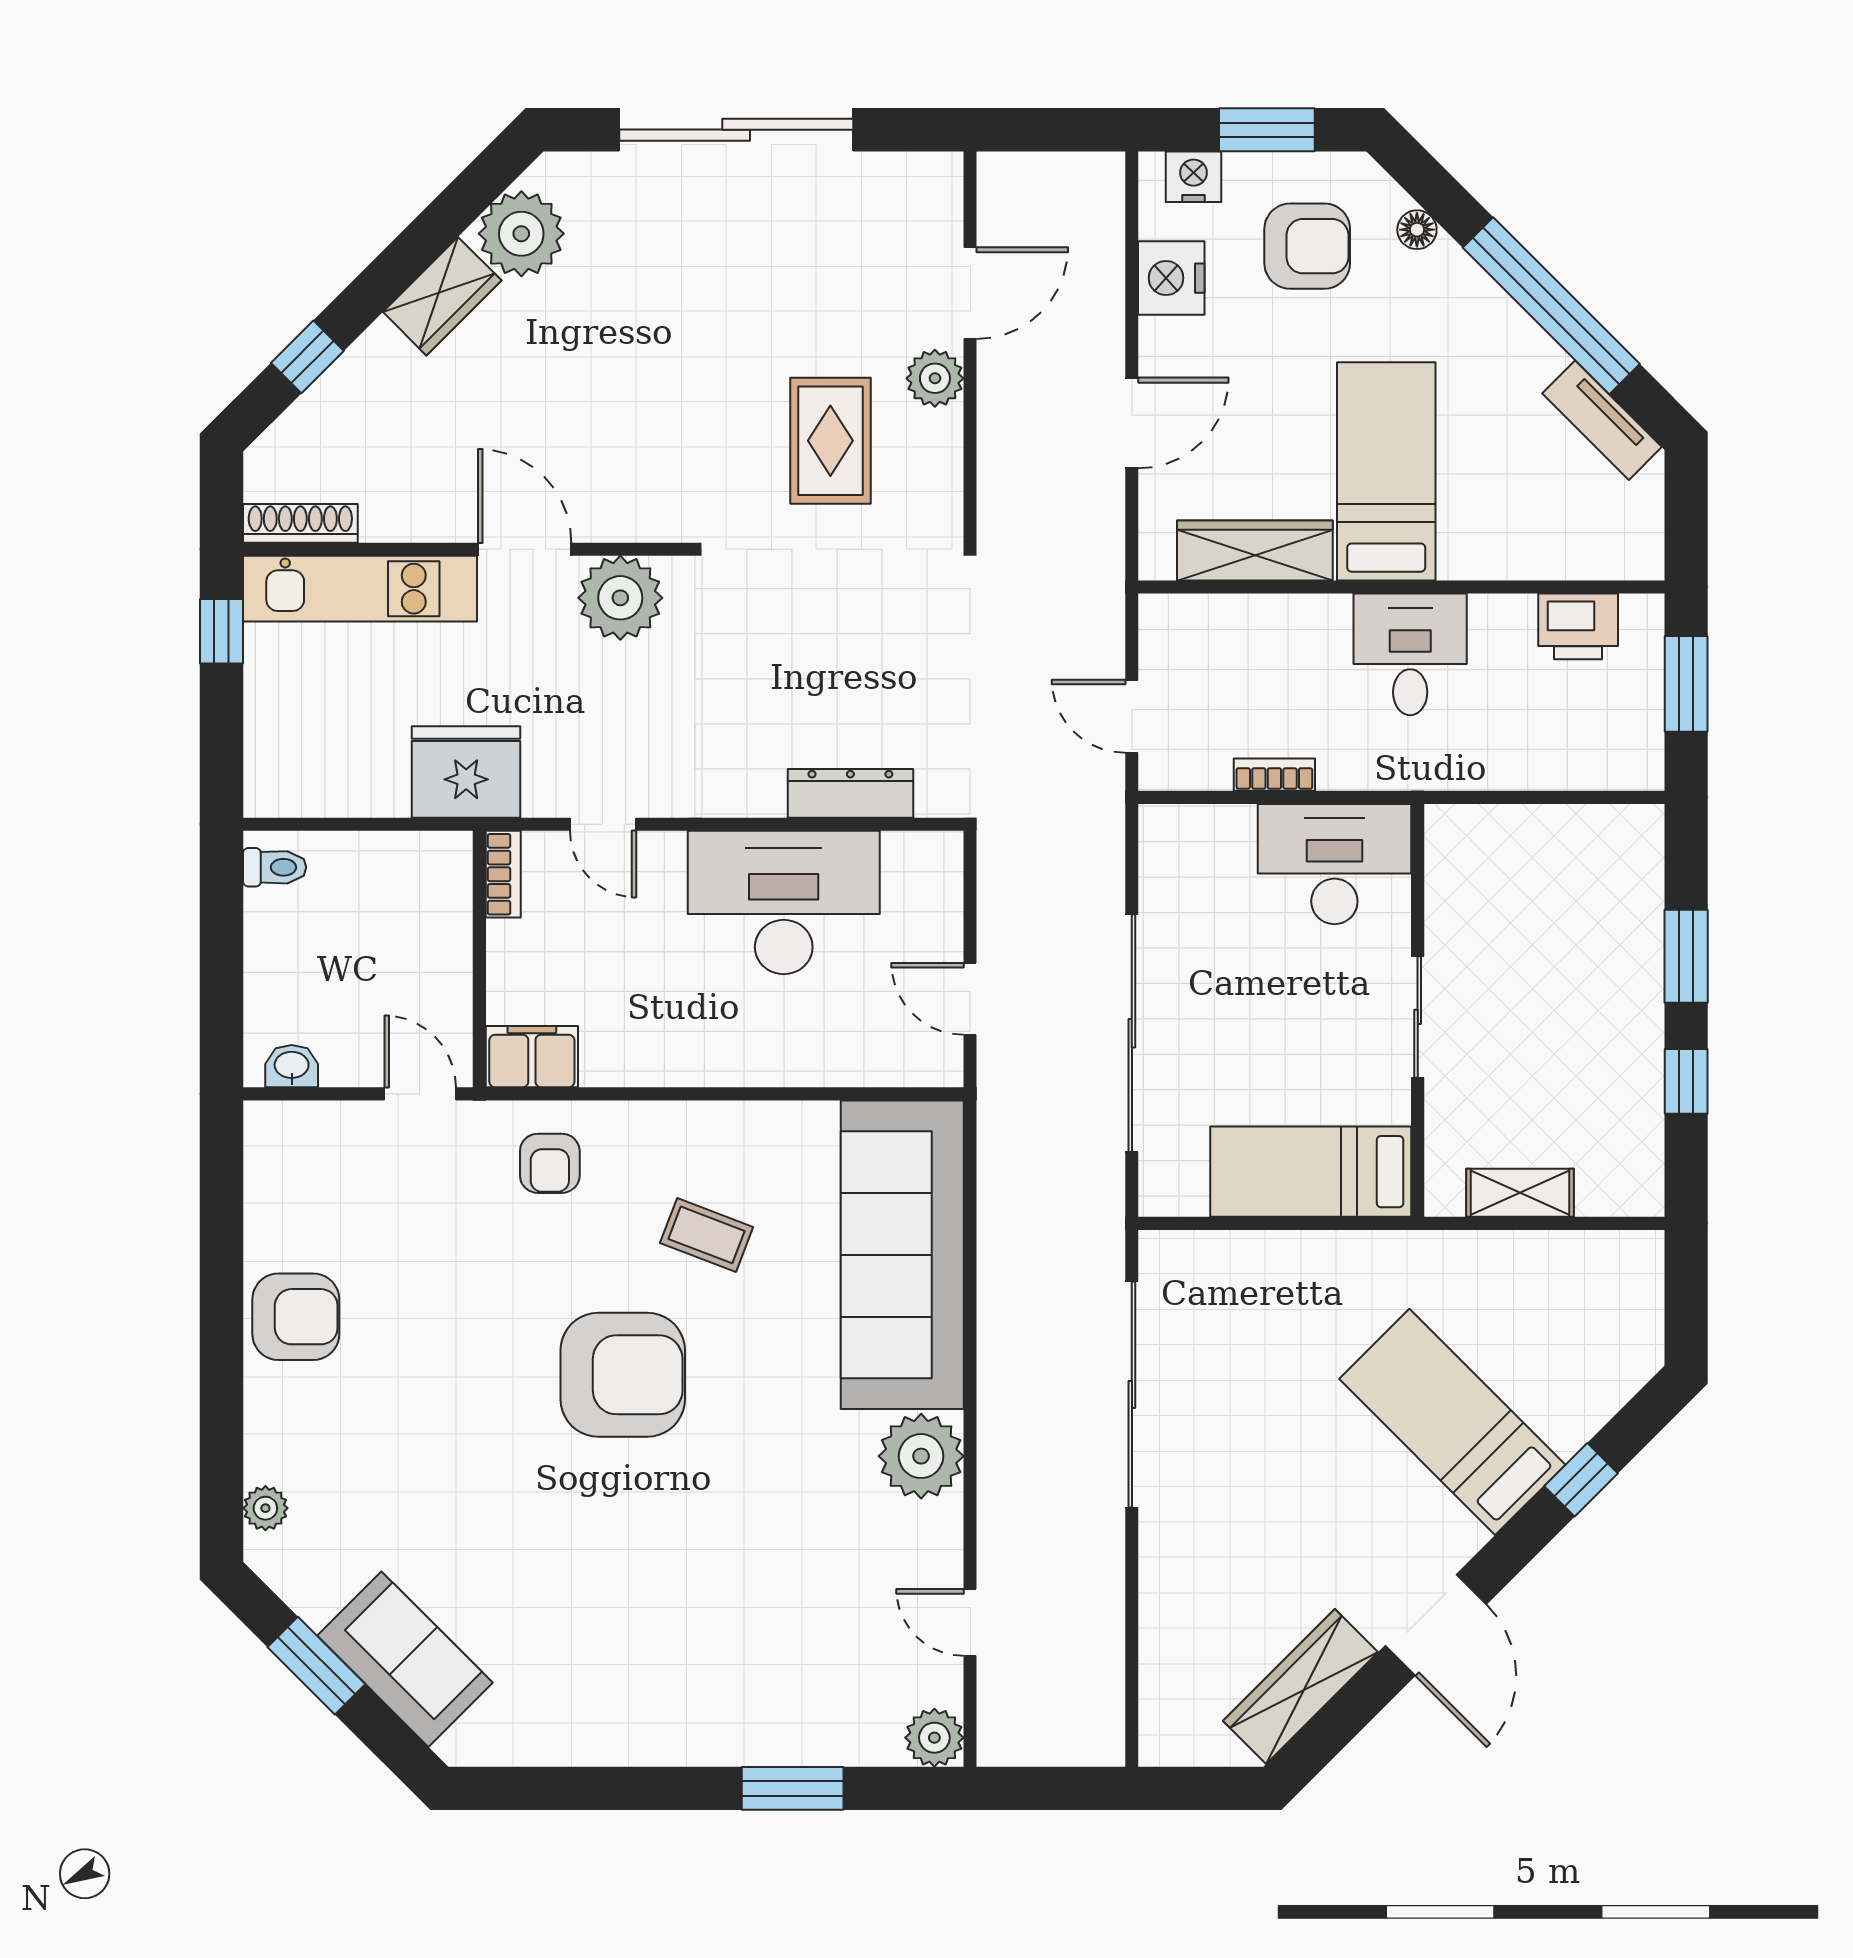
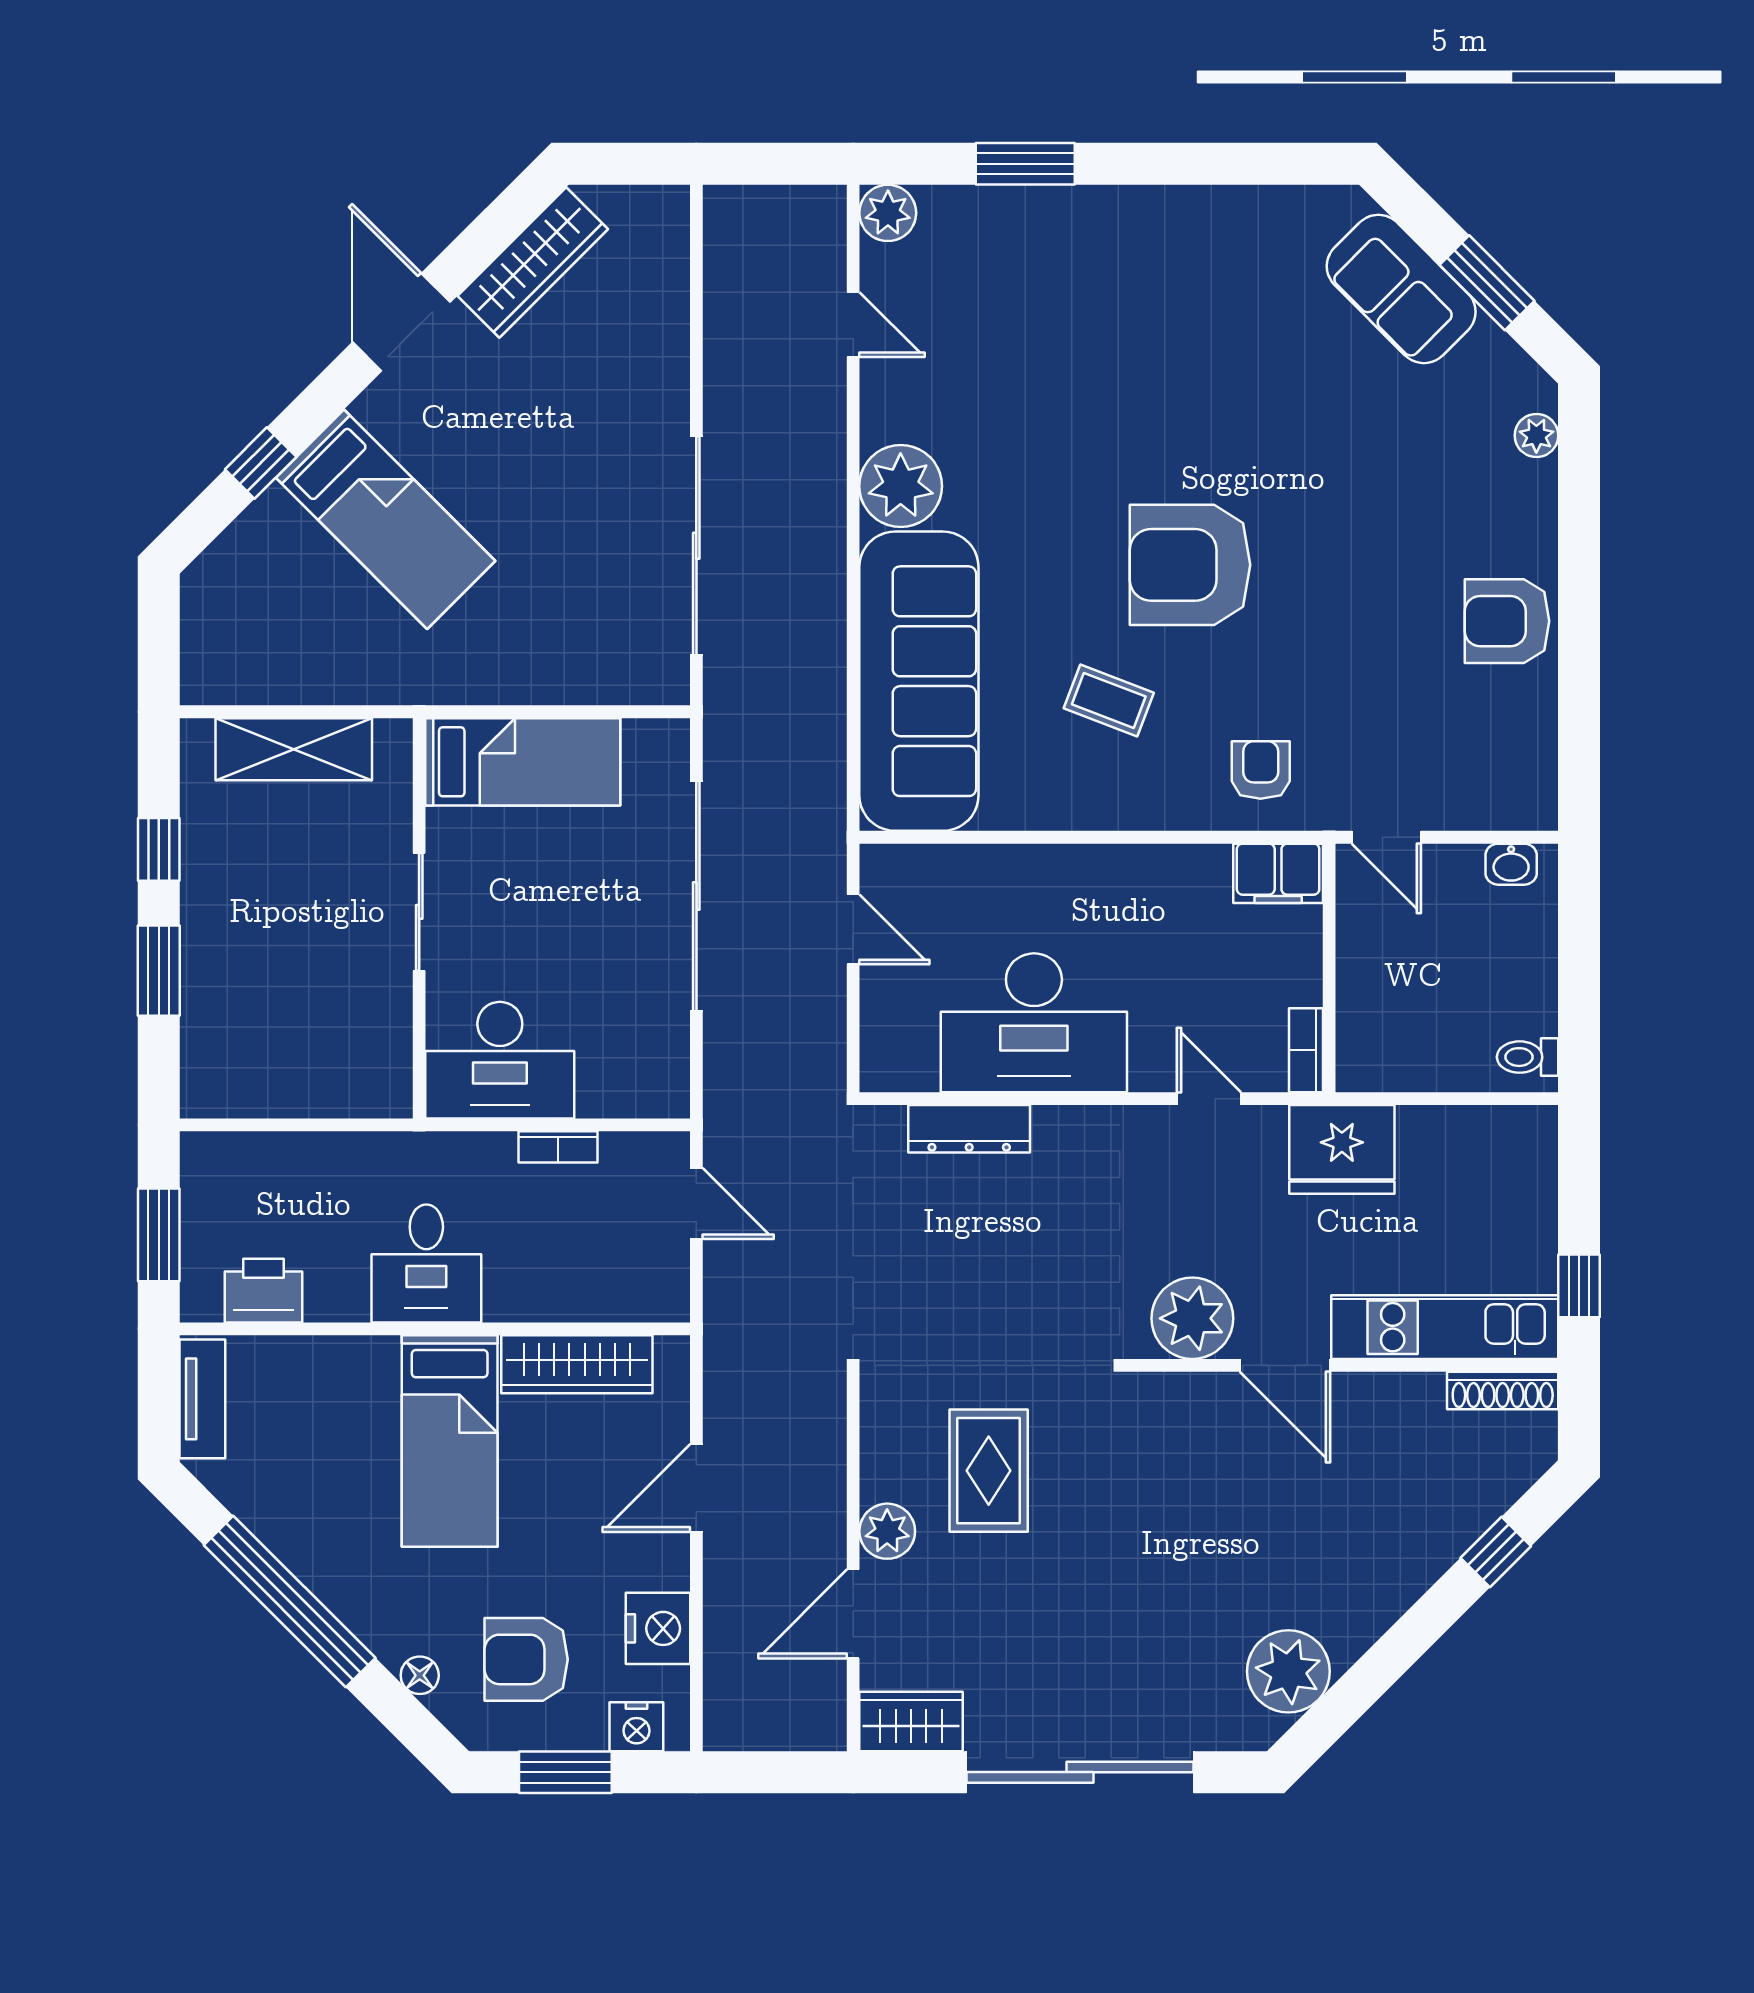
wardrobe: (442, 296) -> (911, 1721), moved, turned 45
tv unit: (1602, 420) -> (202, 1399), moved, turned 45
shelving: (1520, 1193) -> (294, 749), width x1.50, depth x1.33

